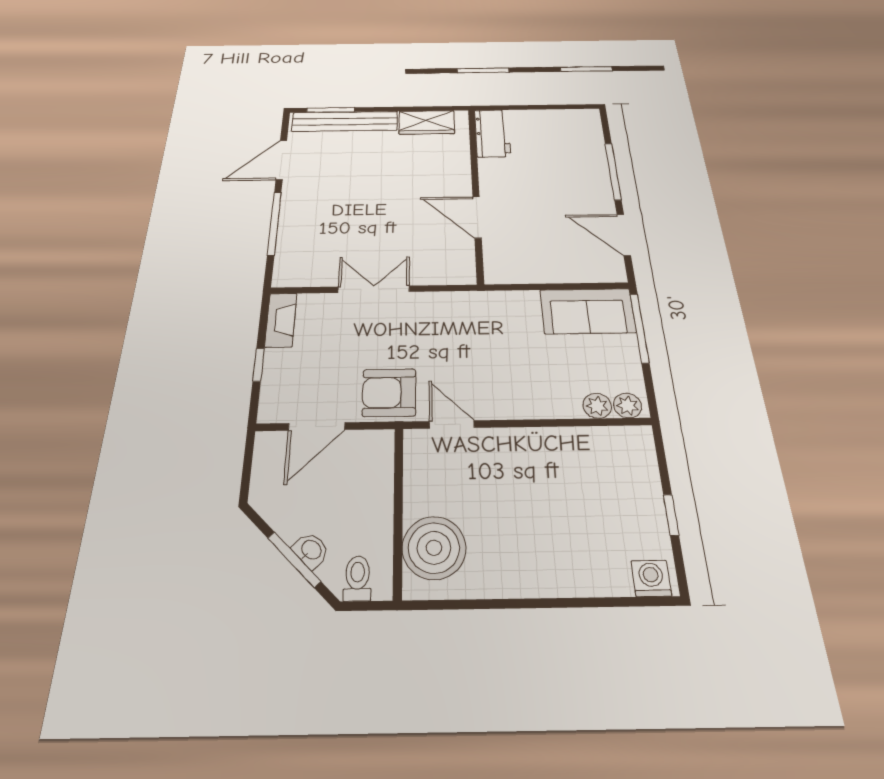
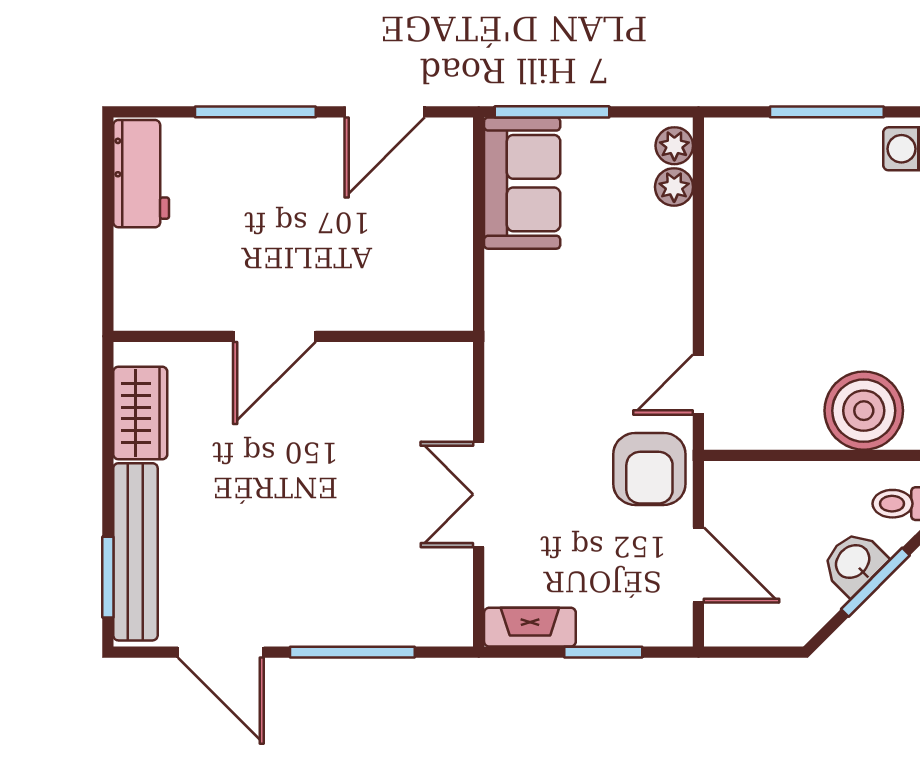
workbench: (492, 133) -> (141, 174), moved, turned 90
door: (477, 217) -> (274, 336), moved
window: (259, 365) -> (603, 652), width x1.50
window: (671, 515) -> (827, 112), width x2.17
washbasin: (311, 550) -> (854, 563), width x1.38, depth x1.45

